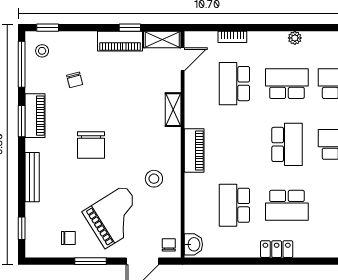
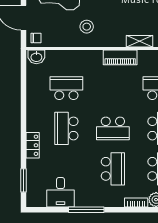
piano: (194, 151) -> (120, 57), moved
locker: (277, 249) -> (33, 145), moved

